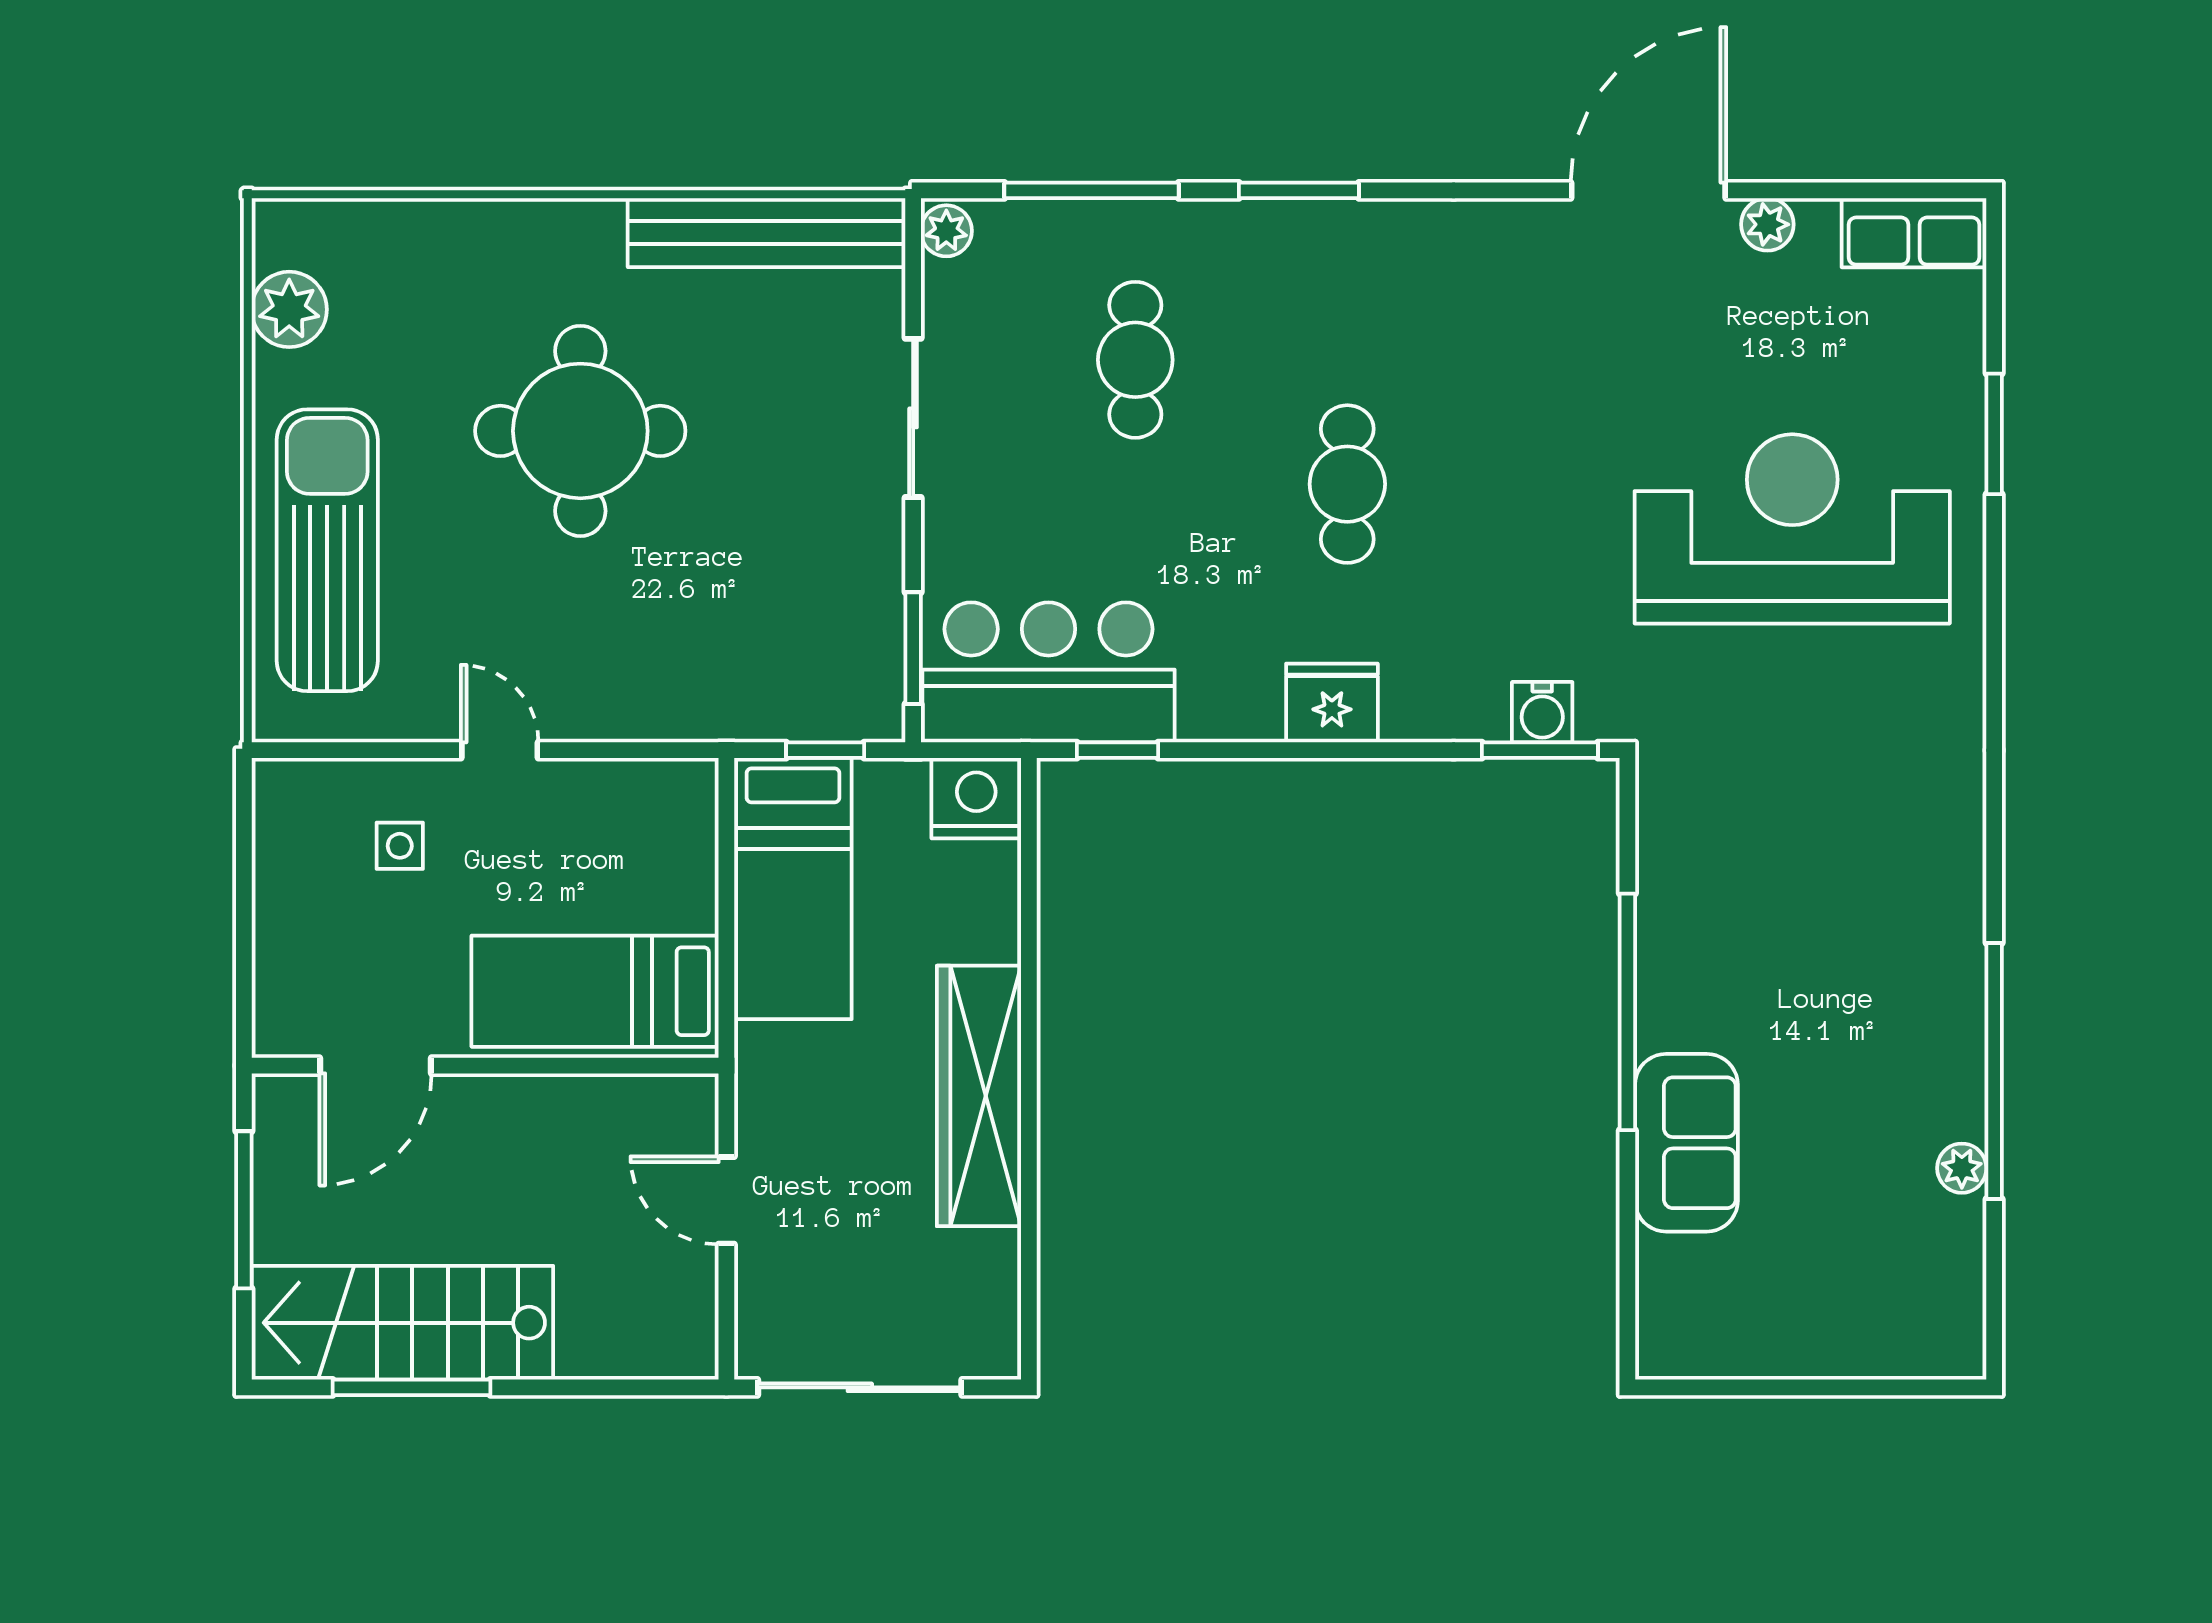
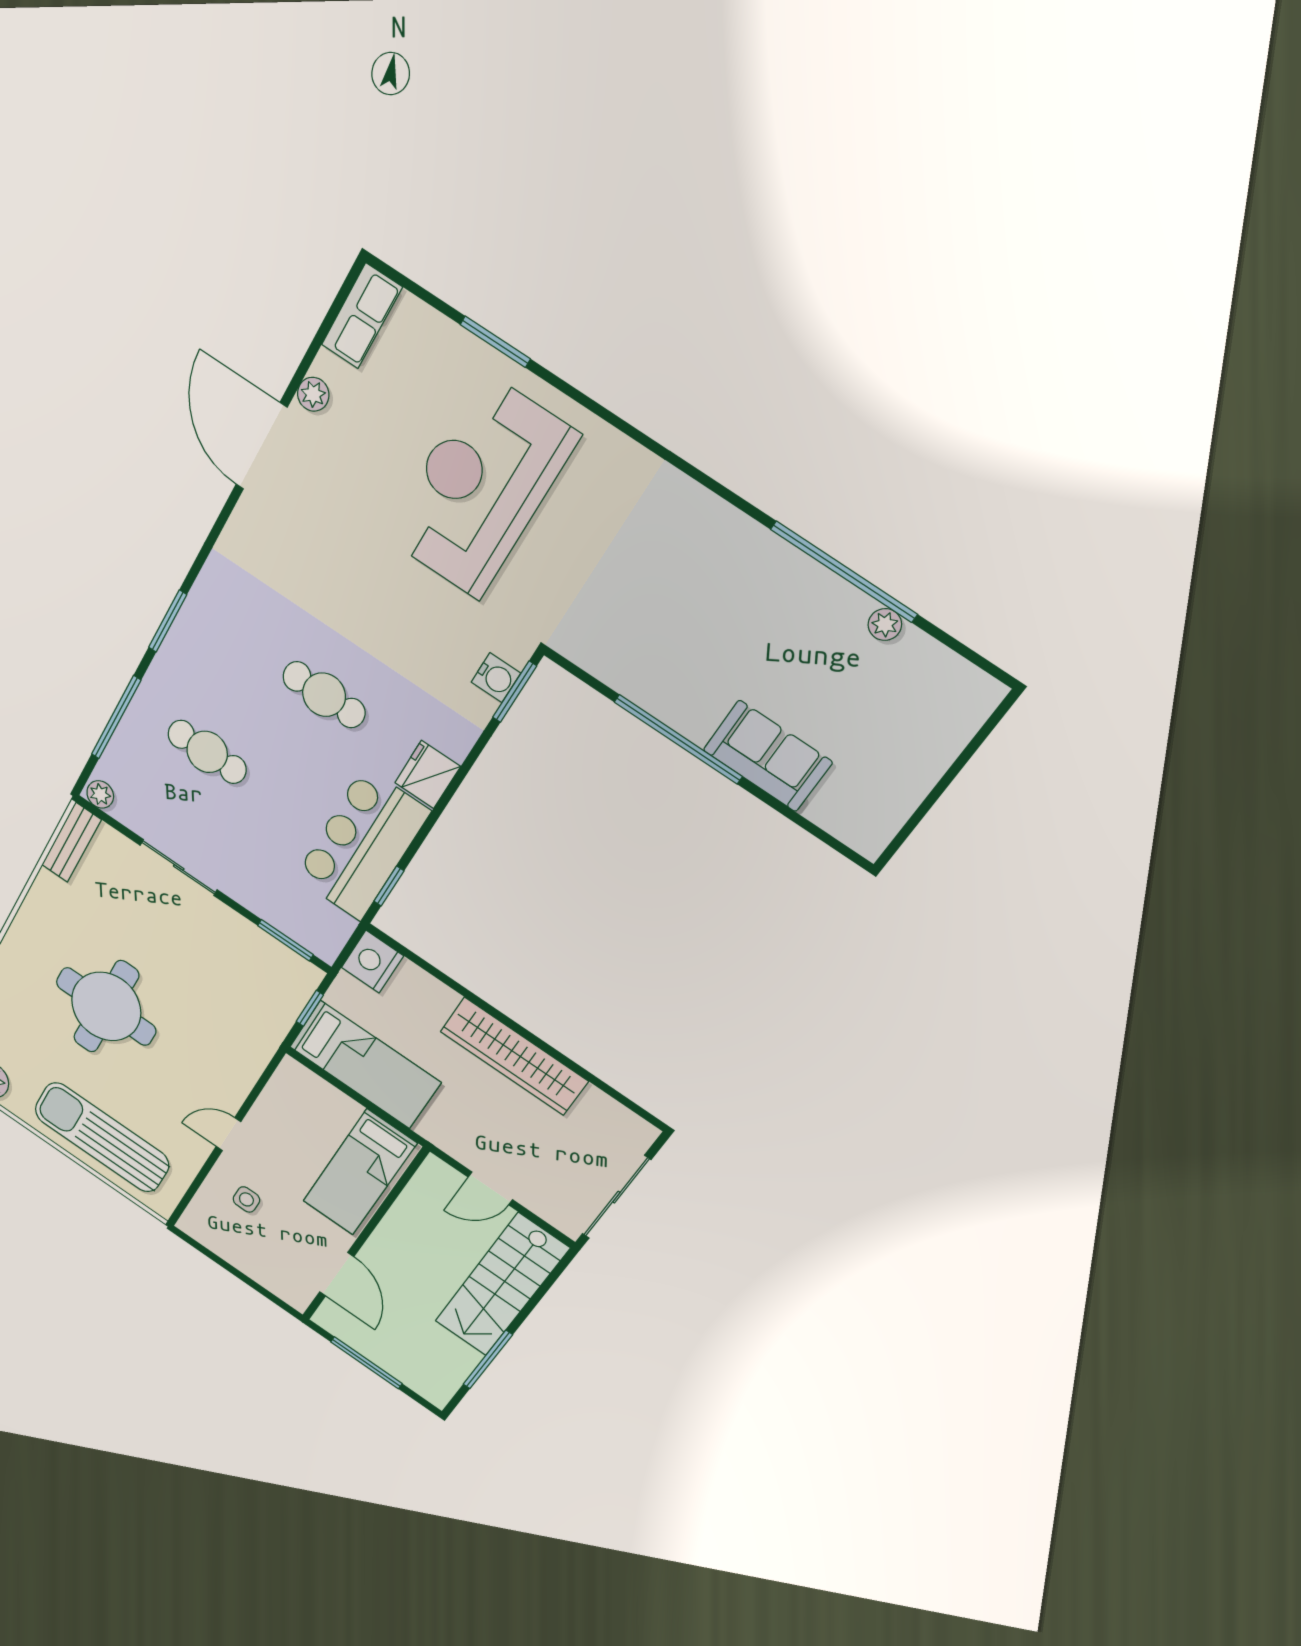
bench: (767, 233) -> (71, 842), width x0.54, depth x0.82
bar counter: (1049, 672) -> (362, 844), moved
stairs: (402, 1323) -> (502, 1285), moved

